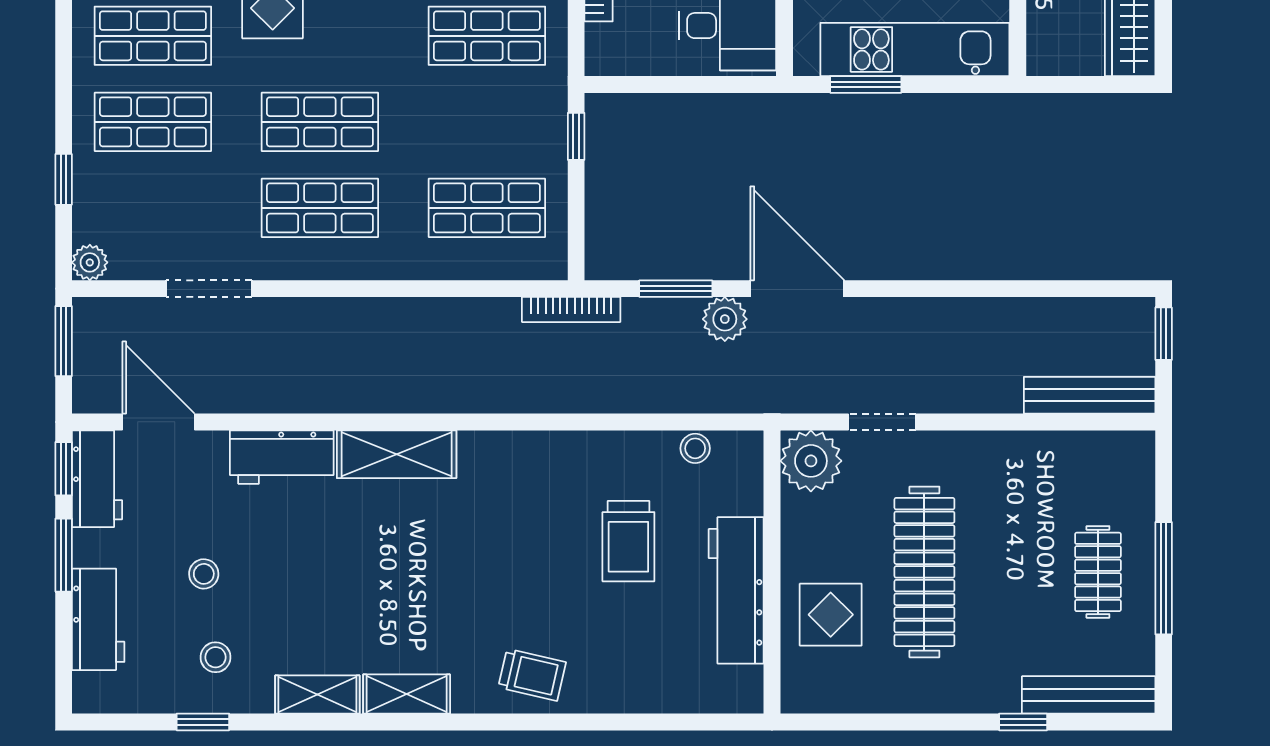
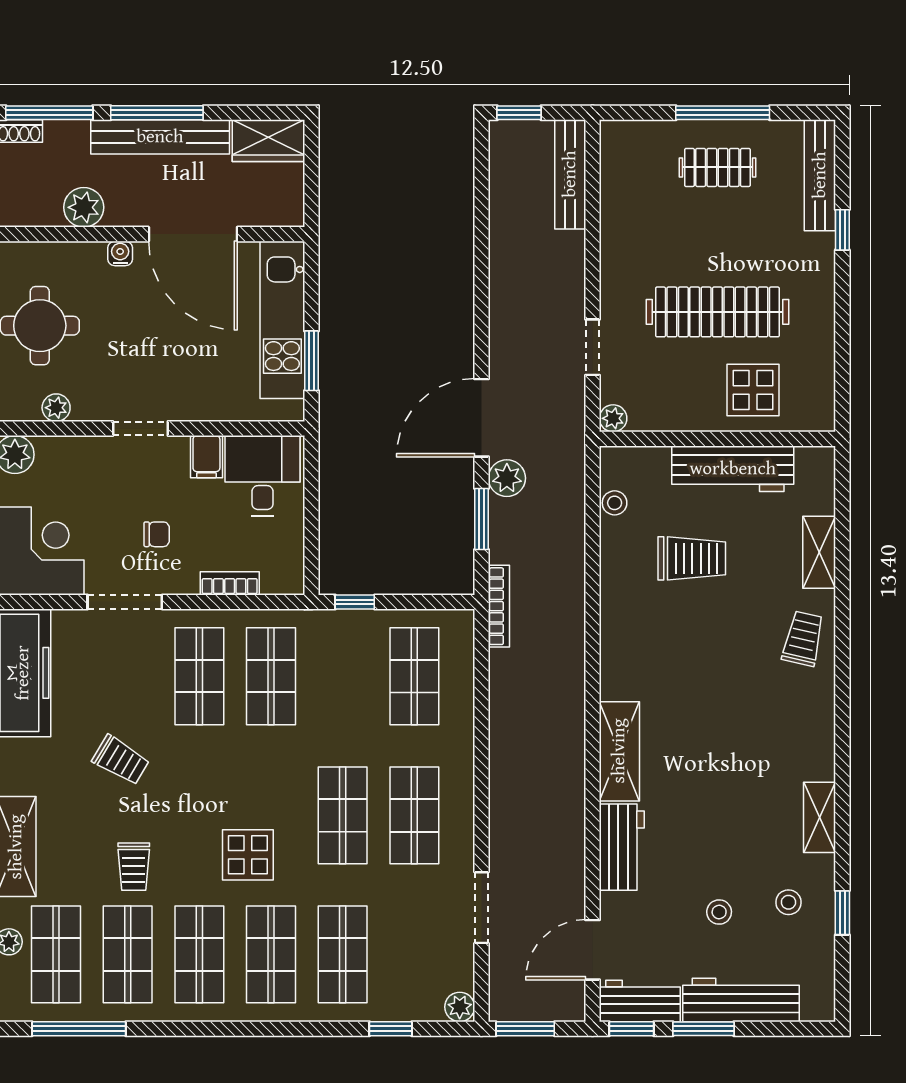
plant: (811, 461) -> (613, 418), width x0.53, depth x0.53
workbench: (98, 619) -> (741, 1000), width x1.38
shelving: (407, 694) -> (819, 552), moved

